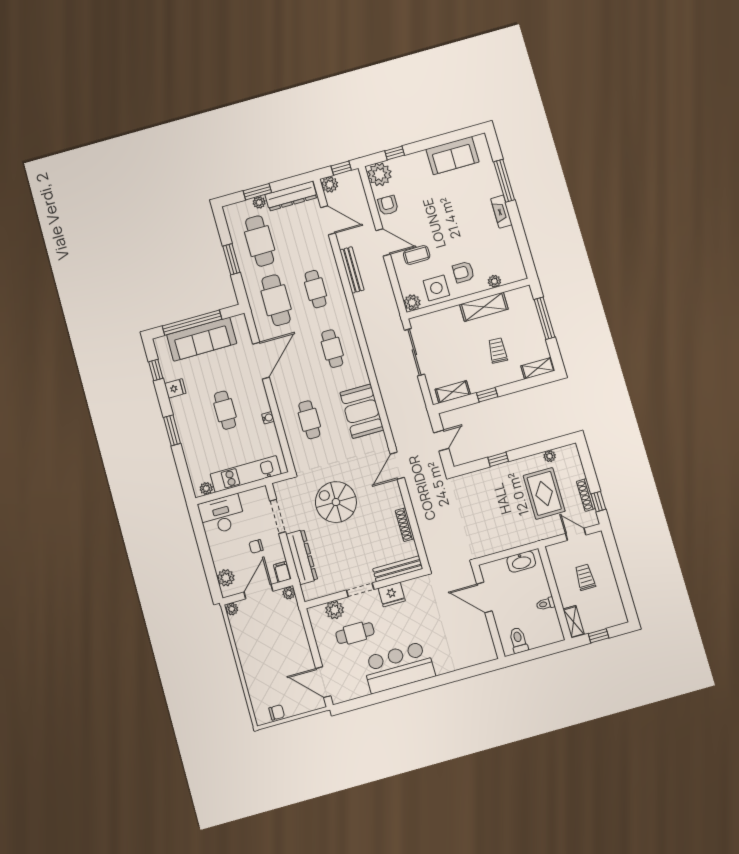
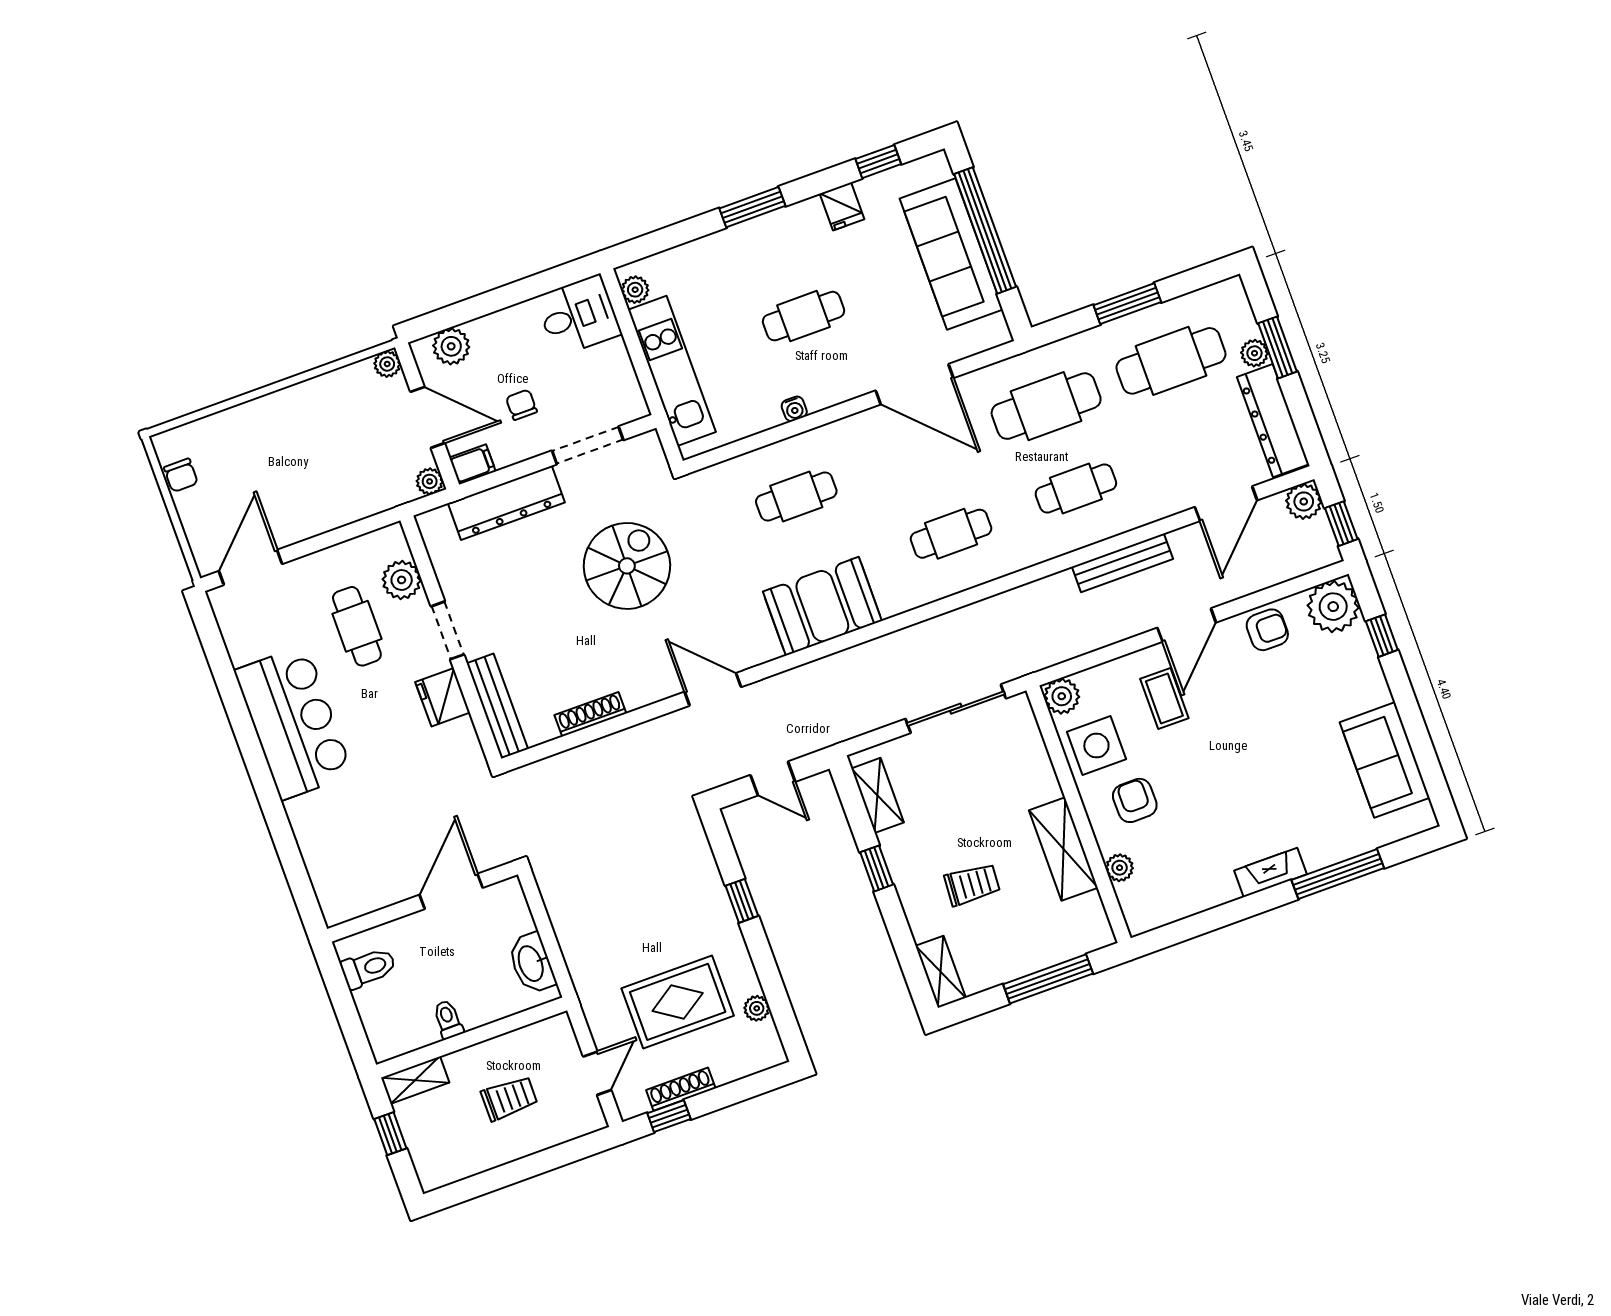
desk: (222, 515) -> (578, 316), width x0.73

